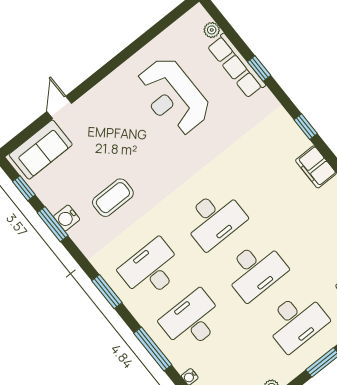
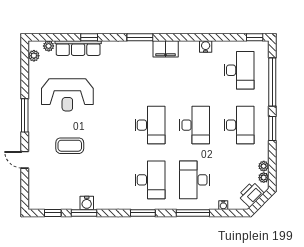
plant: (187, 22) -> (34, 56), added
window: (110, 67) -> (25, 115), added
window: (306, 127) -> (140, 37), width x1.50
sofa: (41, 150) -> (39, 188), removed
coffee table: (113, 198) -> (70, 146), moved, turned 90
desk: (151, 269) -> (150, 180), turned 180

